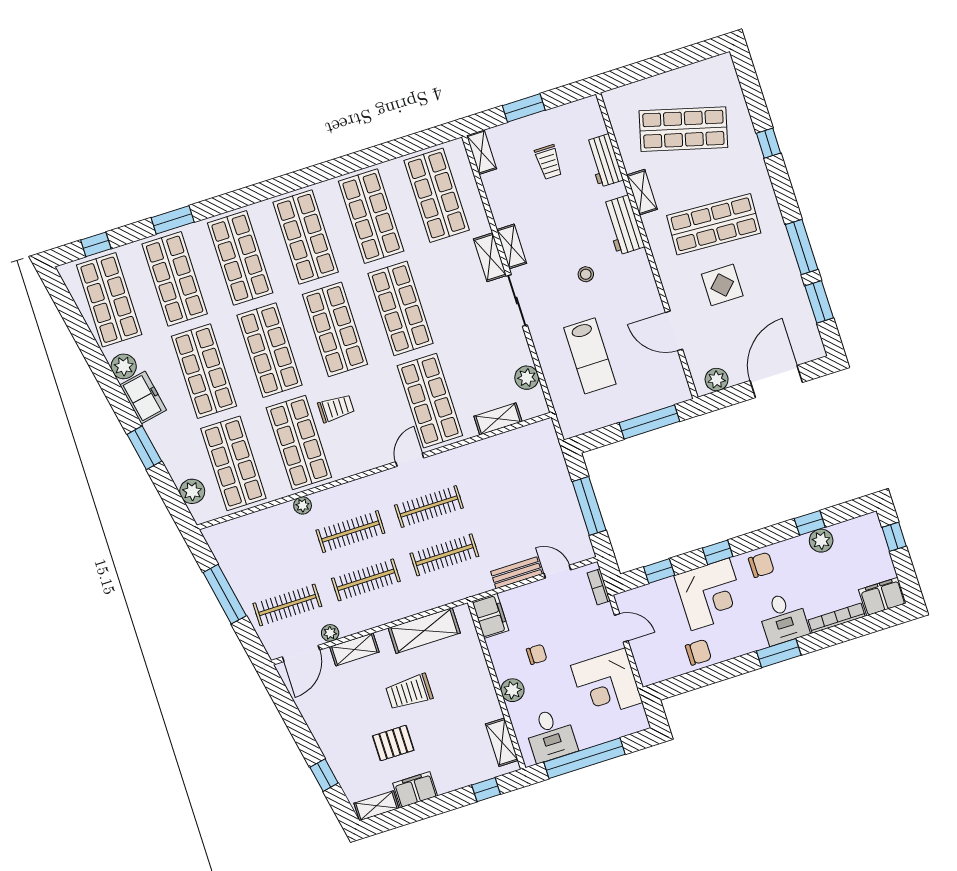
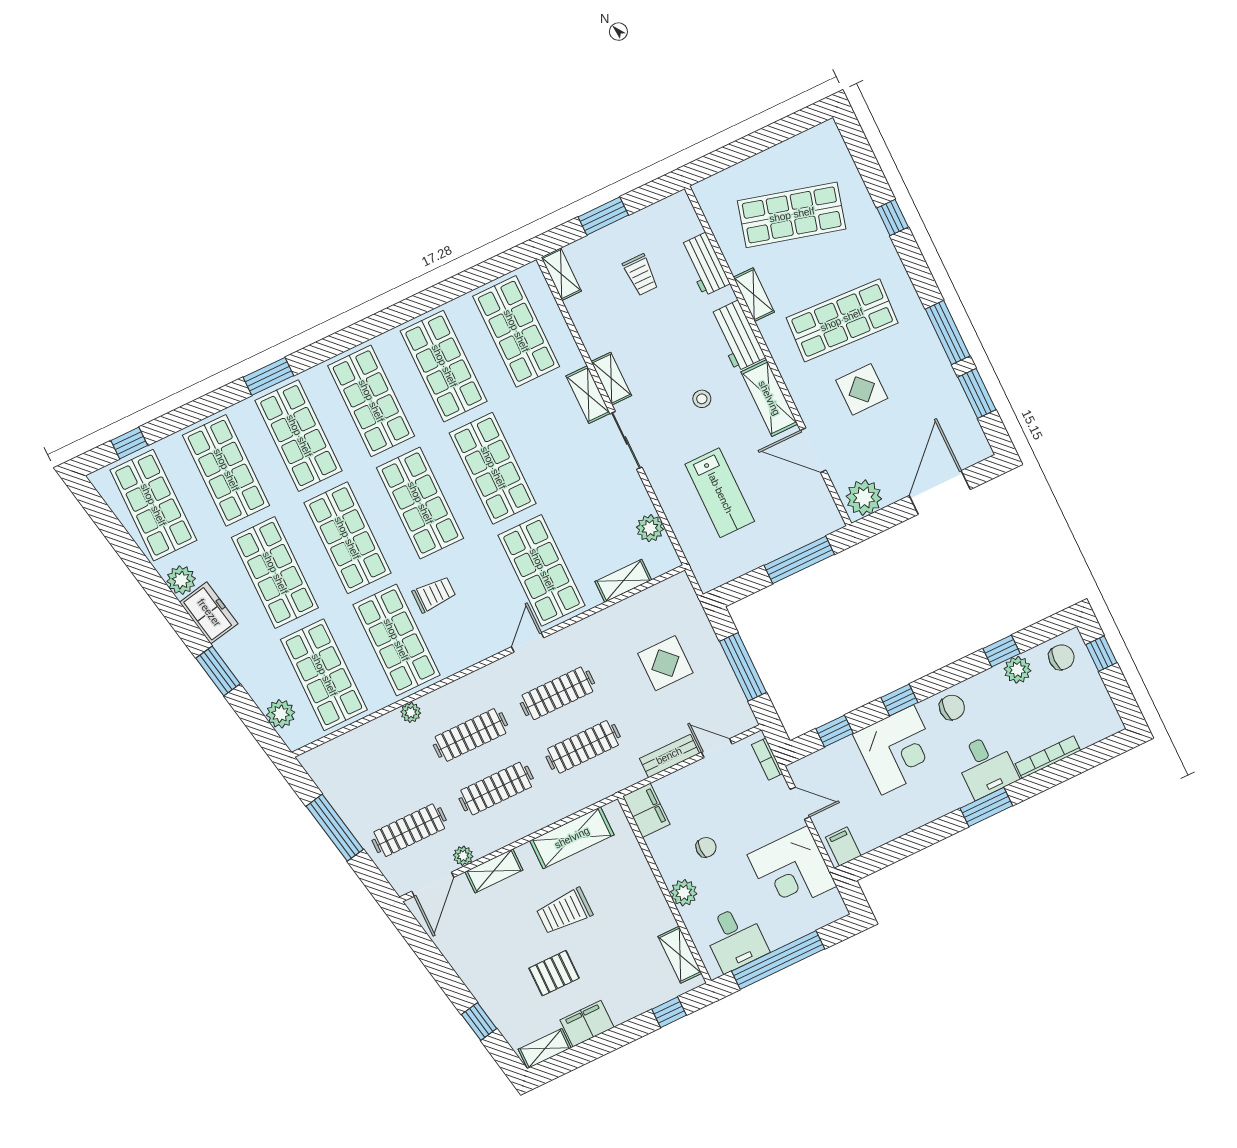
window: (173, 220) -> (268, 376), moved
shelving: (643, 281) -> (769, 398), added
plant: (717, 380) -> (864, 498), width x1.36, depth x1.36
display table: (524, 494) -> (665, 663), added
filing cabinet: (882, 596) -> (843, 846), moved, width x0.50
chair: (698, 652) -> (1061, 657), moved

